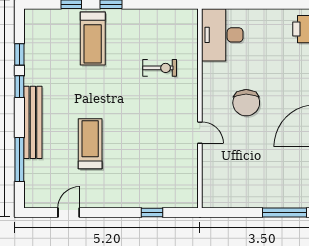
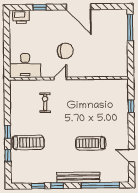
door: (200, 133) -> (60, 78), moved
window: (19, 160) -> (100, 185), width x1.46

